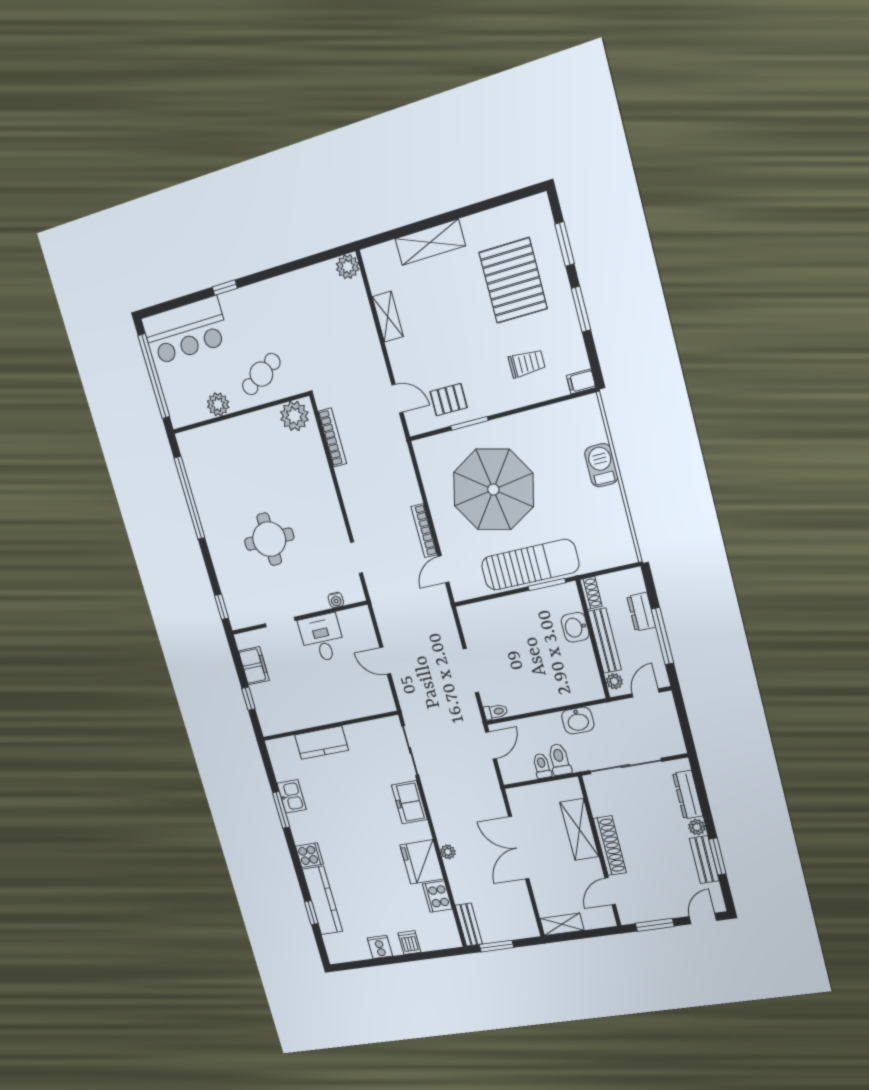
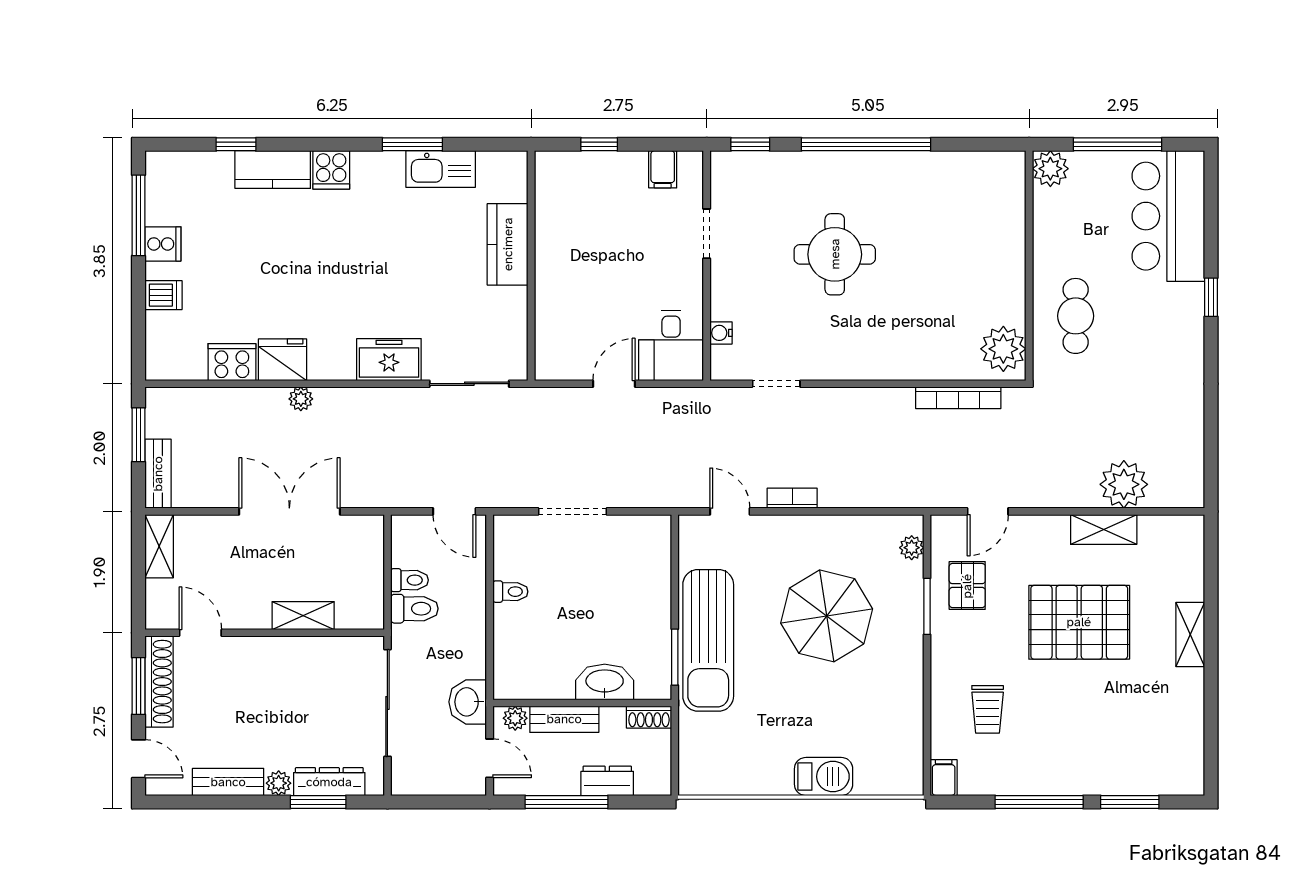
shelving: (430, 242) -> (1190, 634), width x0.67, depth x0.75
plant: (348, 267) -> (1124, 484), moved, width x1.36, depth x1.36
pallet: (513, 281) -> (1079, 622), moved
window: (581, 309) -> (1039, 802), width x1.44
cafe table: (261, 374) -> (1076, 316), turned 30
window: (154, 376) -> (1117, 144), width x0.68
plant: (218, 404) -> (1050, 169), moved
plant: (434, 444) -> (912, 548), added
parasol: (493, 489) -> (827, 616), width x0.73, depth x0.73
window: (190, 498) -> (866, 144), moved
bookcase: (424, 531) -> (792, 498), width x0.64
washbasin: (575, 627) -> (605, 682), width x1.38
desk: (322, 638) -> (671, 346), moved, turned 90
bench: (605, 641) -> (564, 719), width x0.73
filing cabinet: (254, 666) -> (663, 169), width x0.50
toilet: (496, 712) -> (510, 592), moved, turned -90
washbasin: (578, 721) -> (468, 702), moved
kitchen sink: (292, 796) -> (441, 169), width x1.38
shelving: (579, 829) -> (303, 616), width x0.67, depth x0.75
shoe rack: (610, 846) -> (159, 682), moved, turned -90
window: (717, 856) -> (318, 802), moved
fridge: (422, 862) -> (283, 360), width x0.73, depth x0.75
kitchen counter: (322, 900) -> (273, 170), width x0.67
bench: (469, 925) -> (158, 474), moved, turned 90
window: (368, 963) -> (138, 215), added

